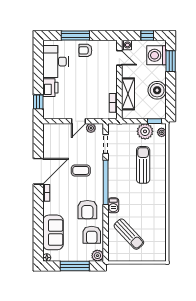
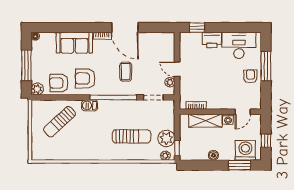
washing machine: (127, 45) -> (228, 119), moved
boiler: (157, 90) -> (213, 155), width x0.54, depth x0.54
sofa: (53, 232) -> (74, 43), moved

